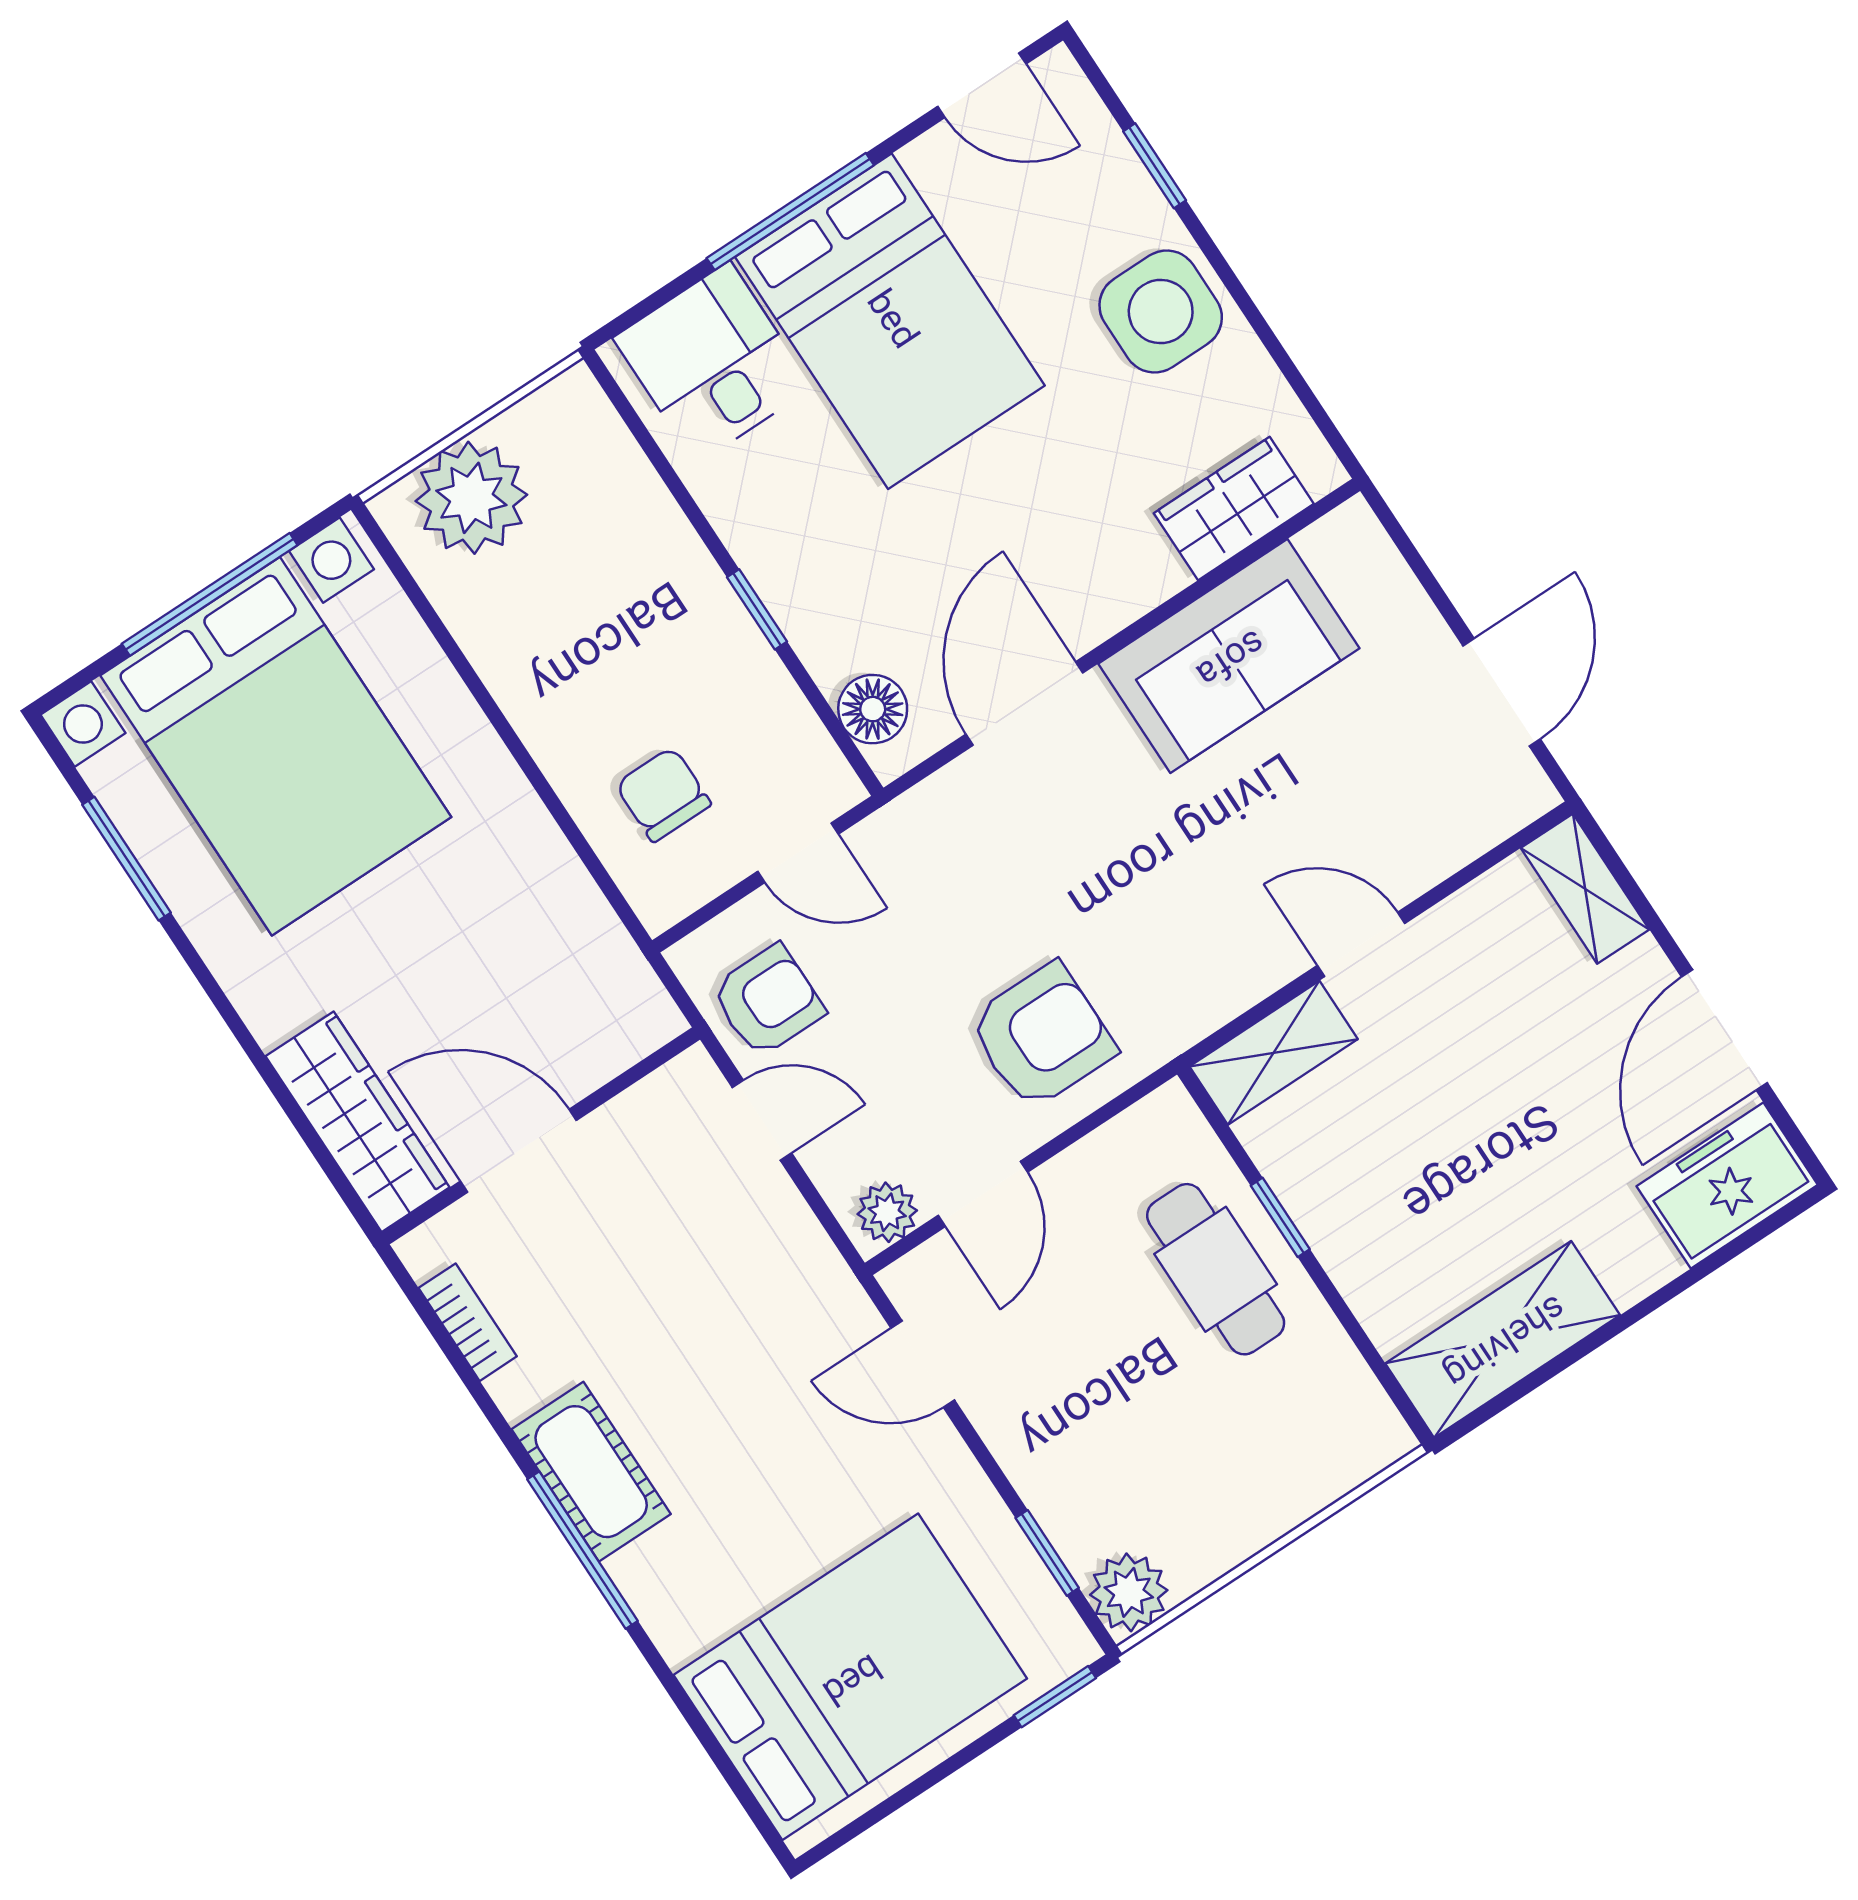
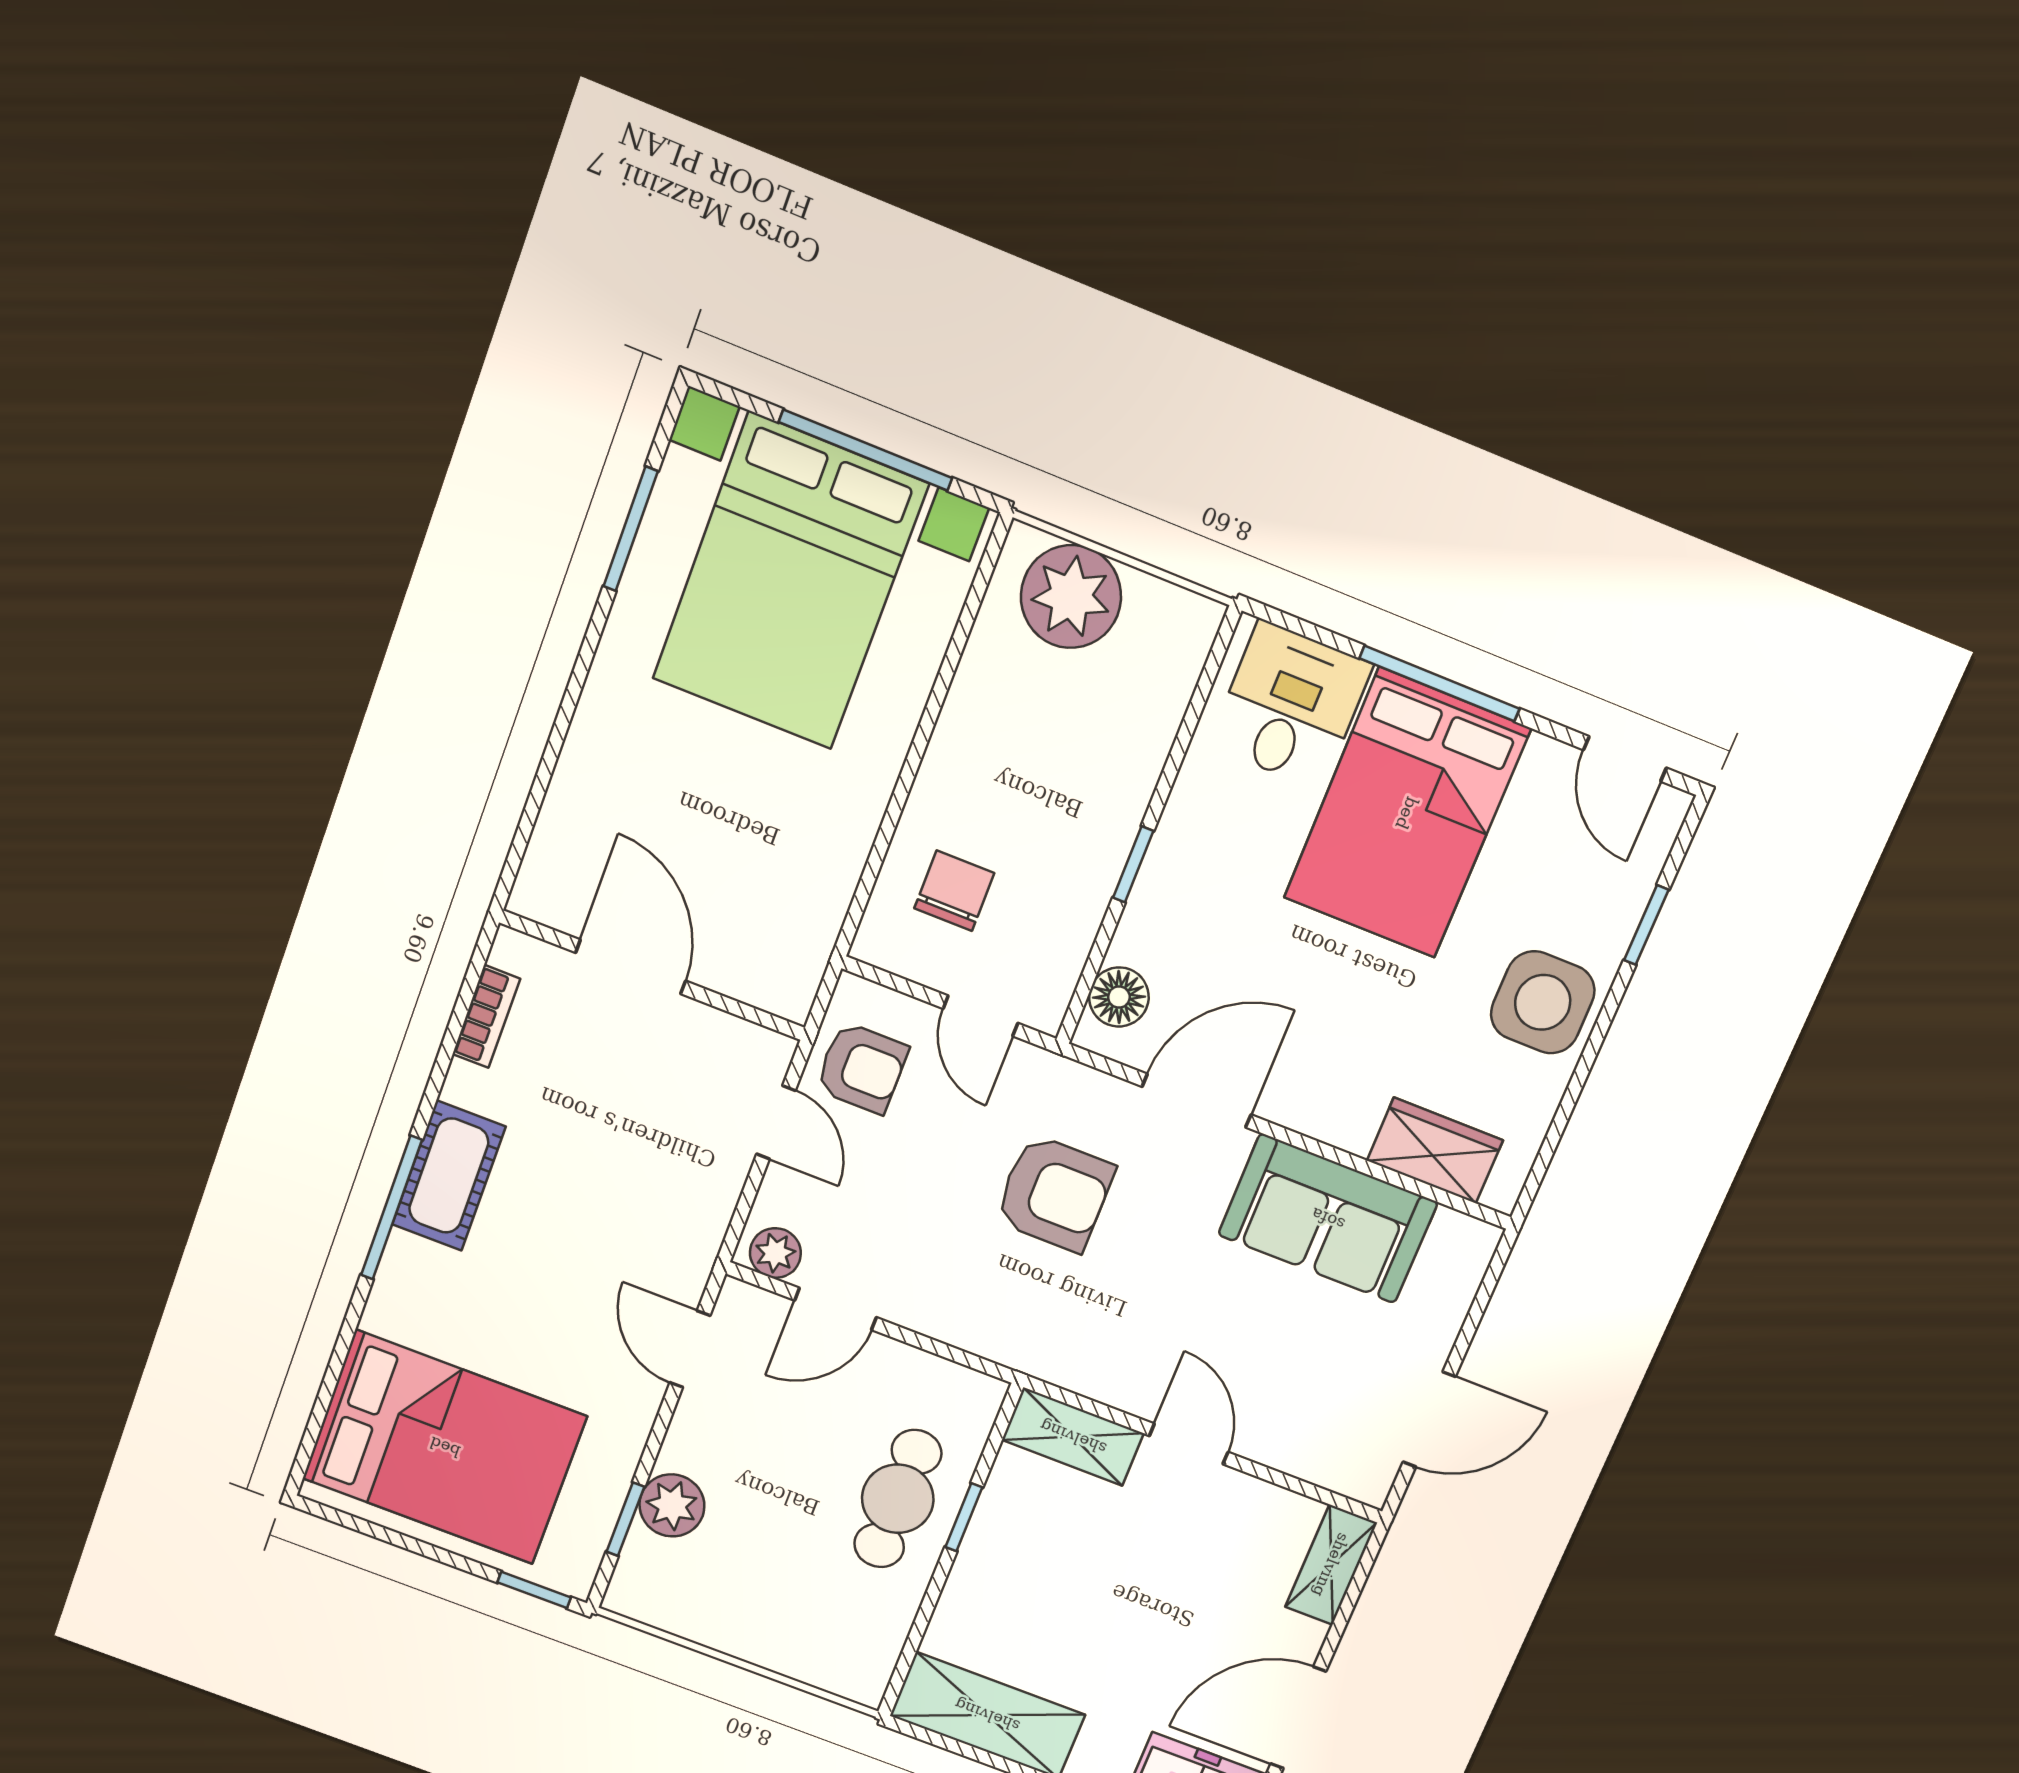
armchair: (1042, 1036) -> (1054, 1193), moved
wardrobe: (358, 1122) -> (567, 837), removed
plant: (1129, 1592) -> (672, 1505), moved

